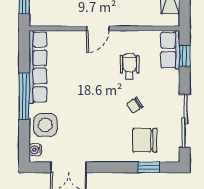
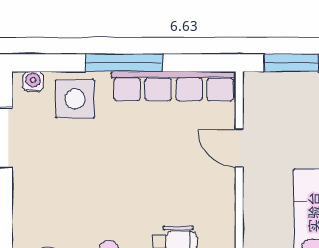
door: (98, 28) -> (239, 148), moved

